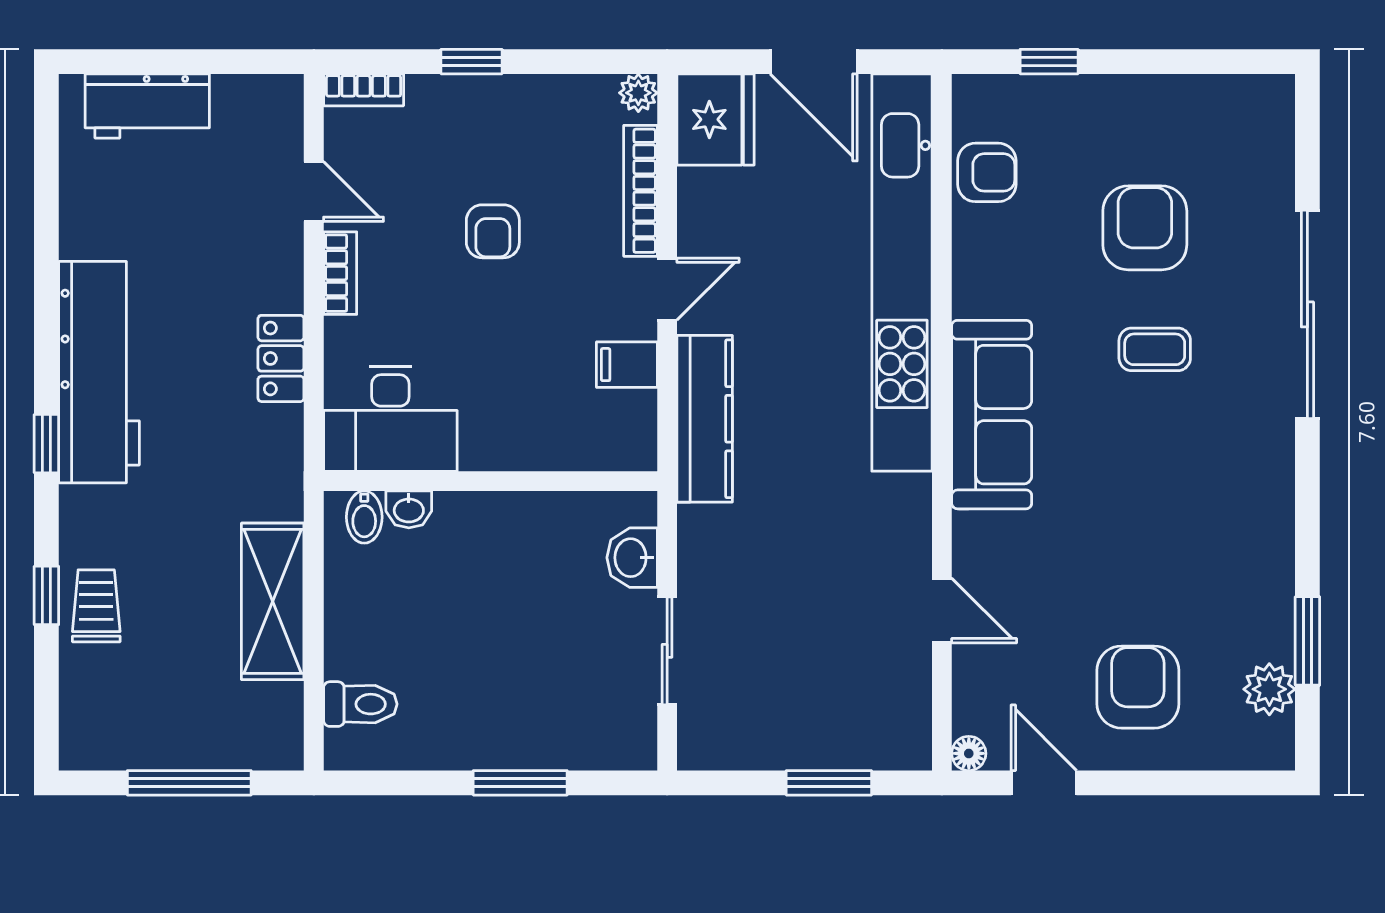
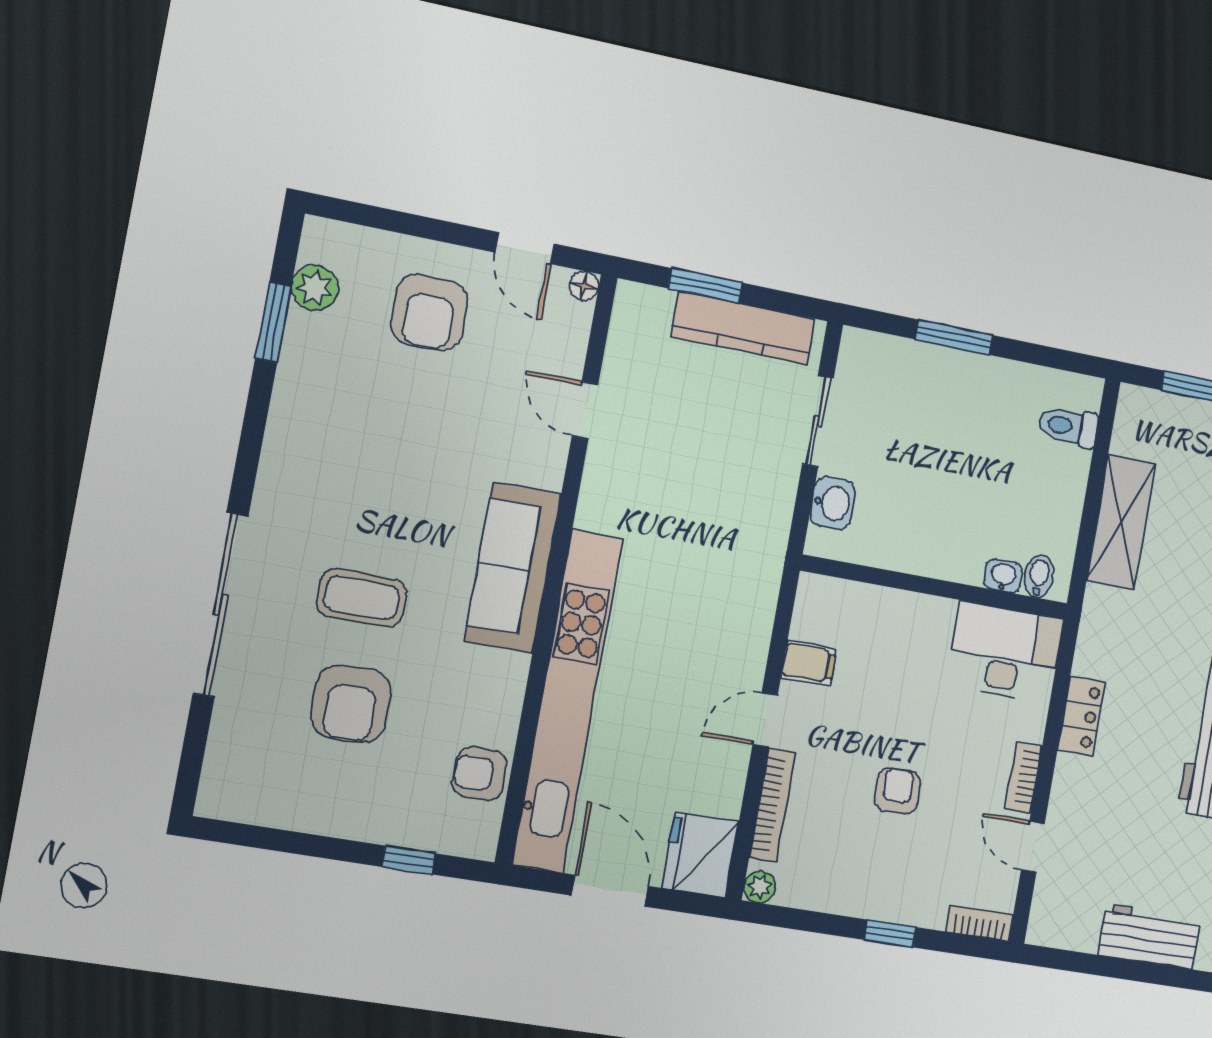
coffee table: (1155, 349) -> (362, 598), width x1.36, depth x1.30
kitchen counter: (705, 419) -> (743, 328), moved, turned -90

